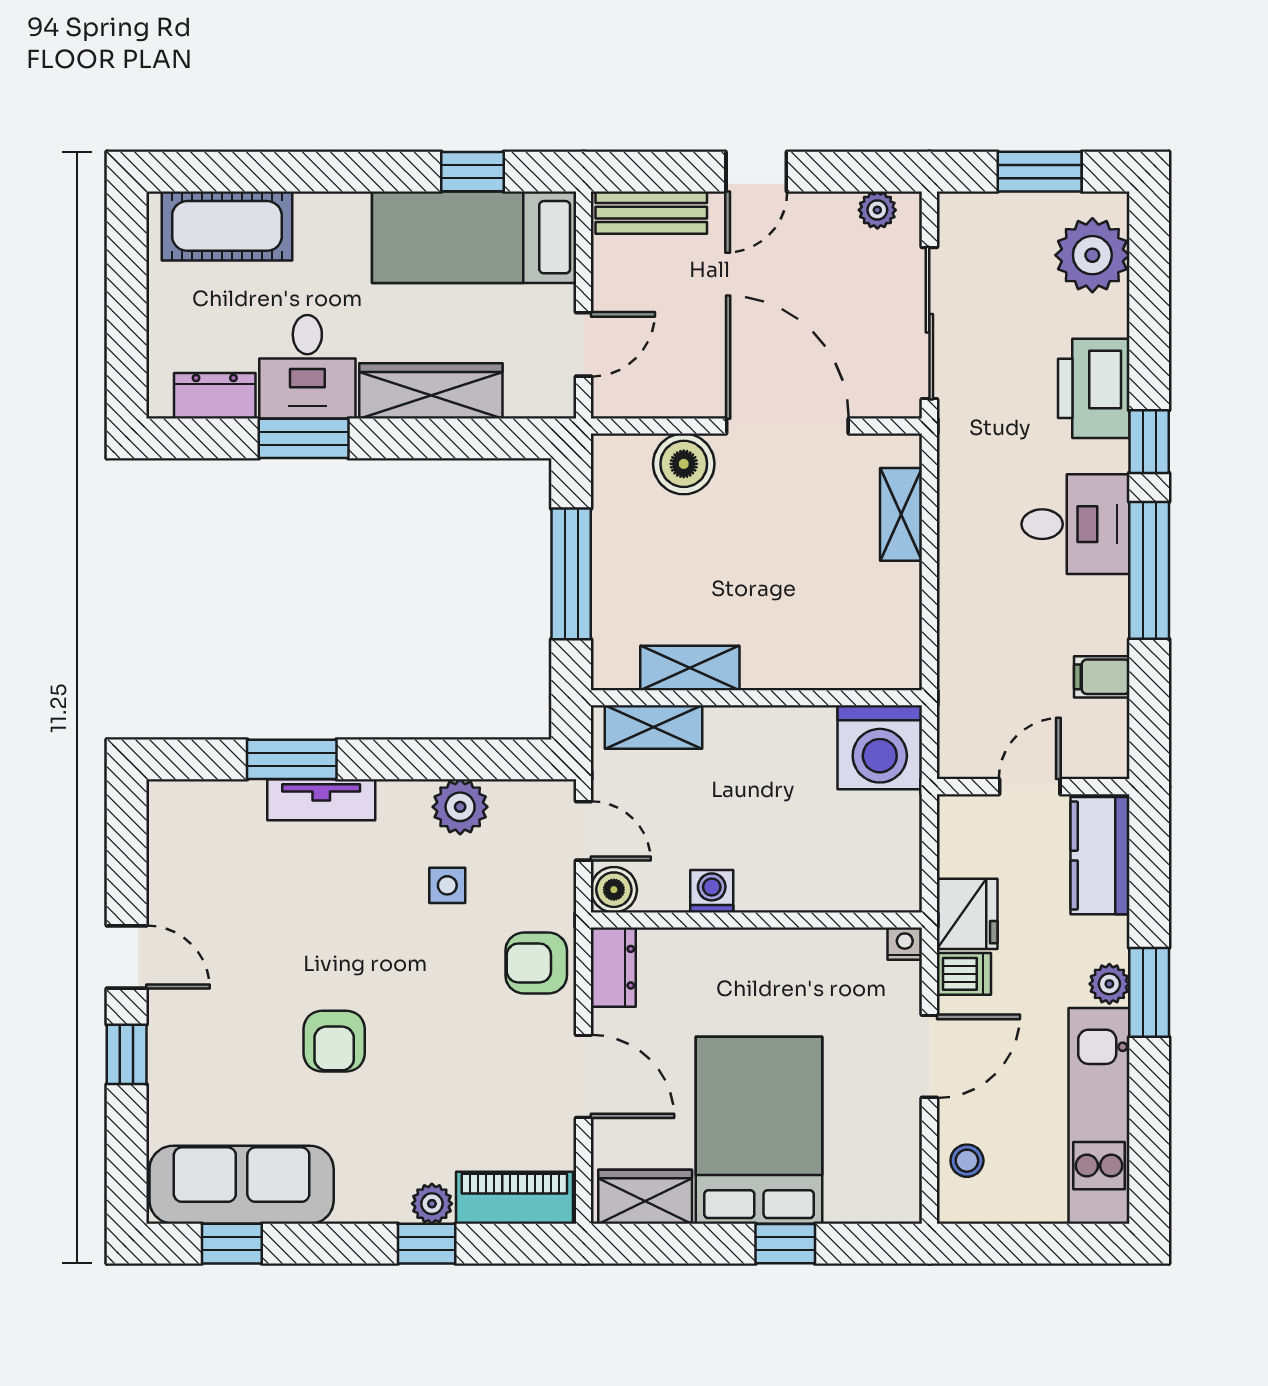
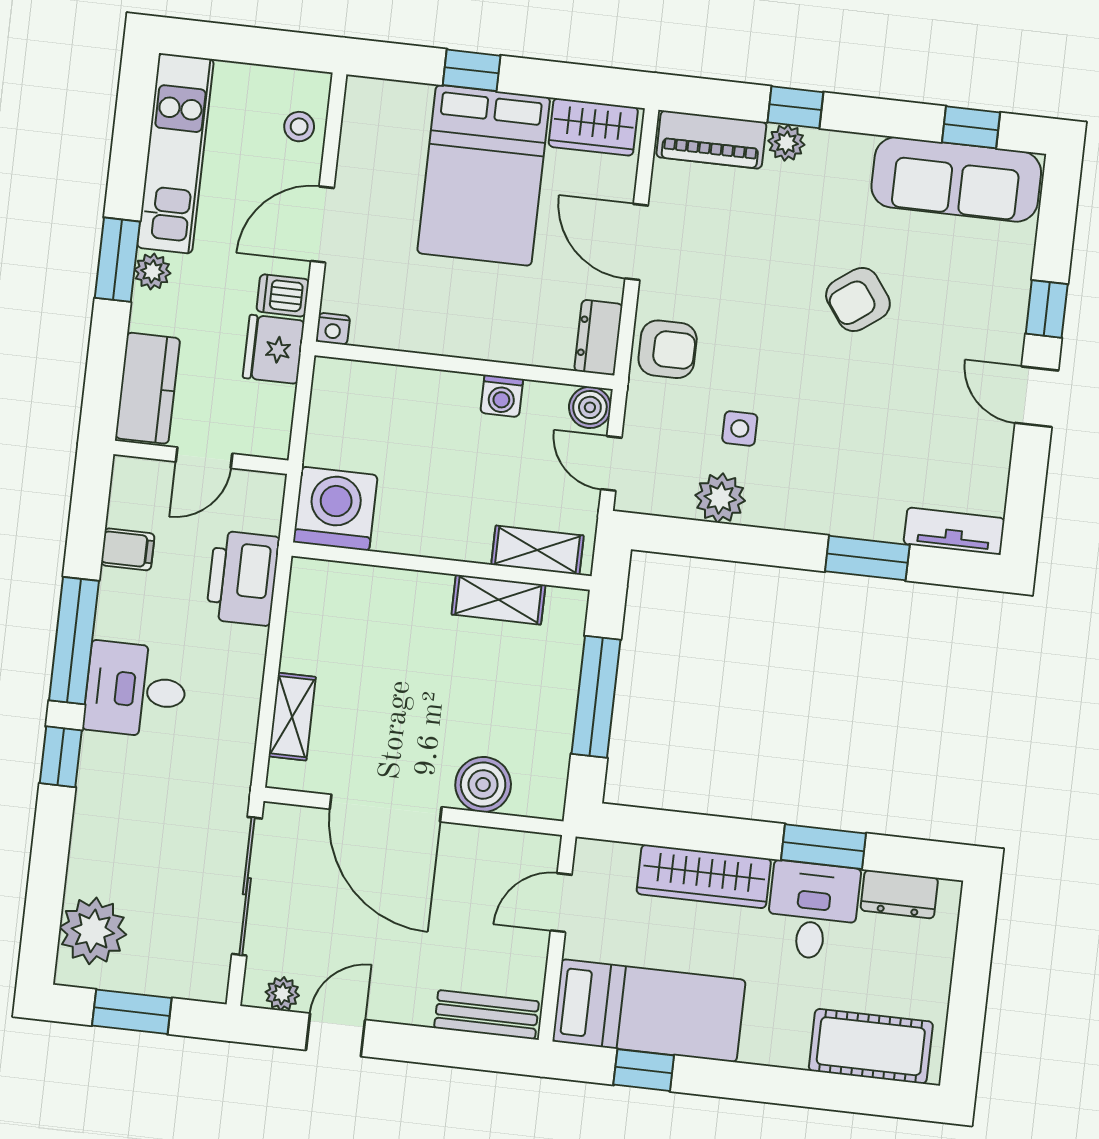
door: (756, 172) -> (336, 1035), moved
printer: (1094, 388) -> (243, 578), moved, turned 180
tv unit: (321, 800) -> (954, 531), moved
armchair: (334, 1041) -> (858, 299), turned -126

